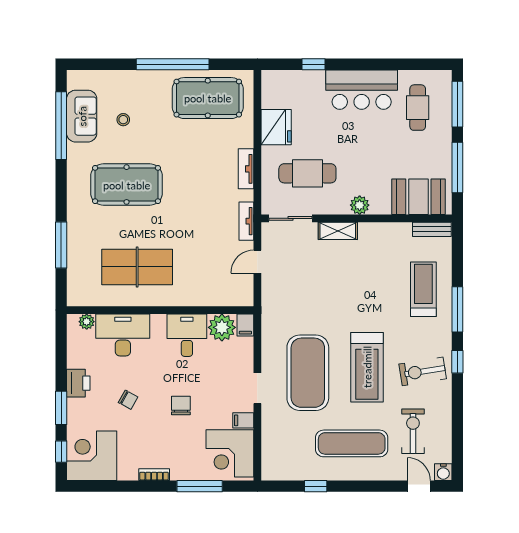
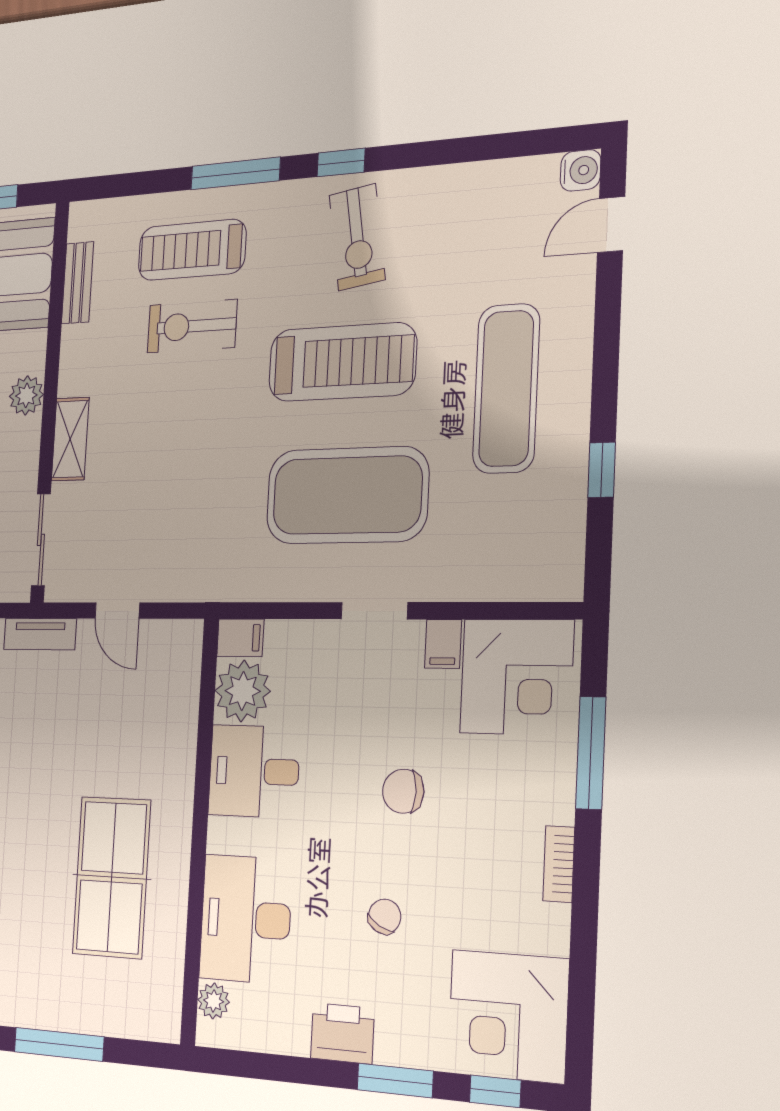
bench: (432, 229) -> (78, 283), moved
exercise bike: (413, 431) -> (192, 326), moved

